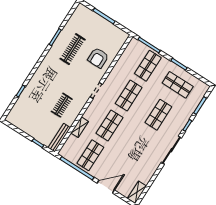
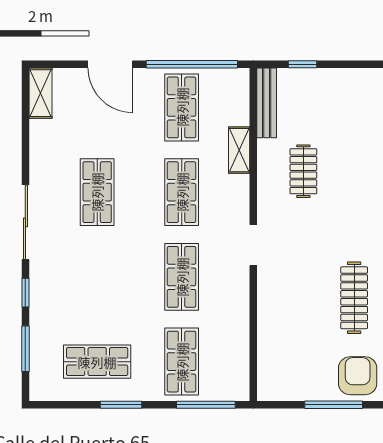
armchair: (98, 58) -> (358, 376), moved
shop shelf: (158, 115) -> (97, 192), moved
door: (106, 187) -> (110, 64), hinge flipped

